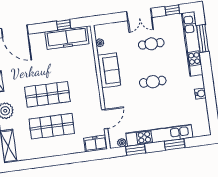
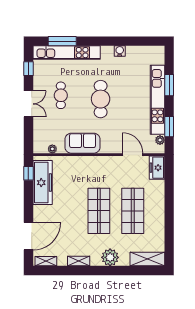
window: (64, 25) -> (28, 173), moved
cafe table: (153, 82) -> (101, 99), width x1.37, depth x1.35

